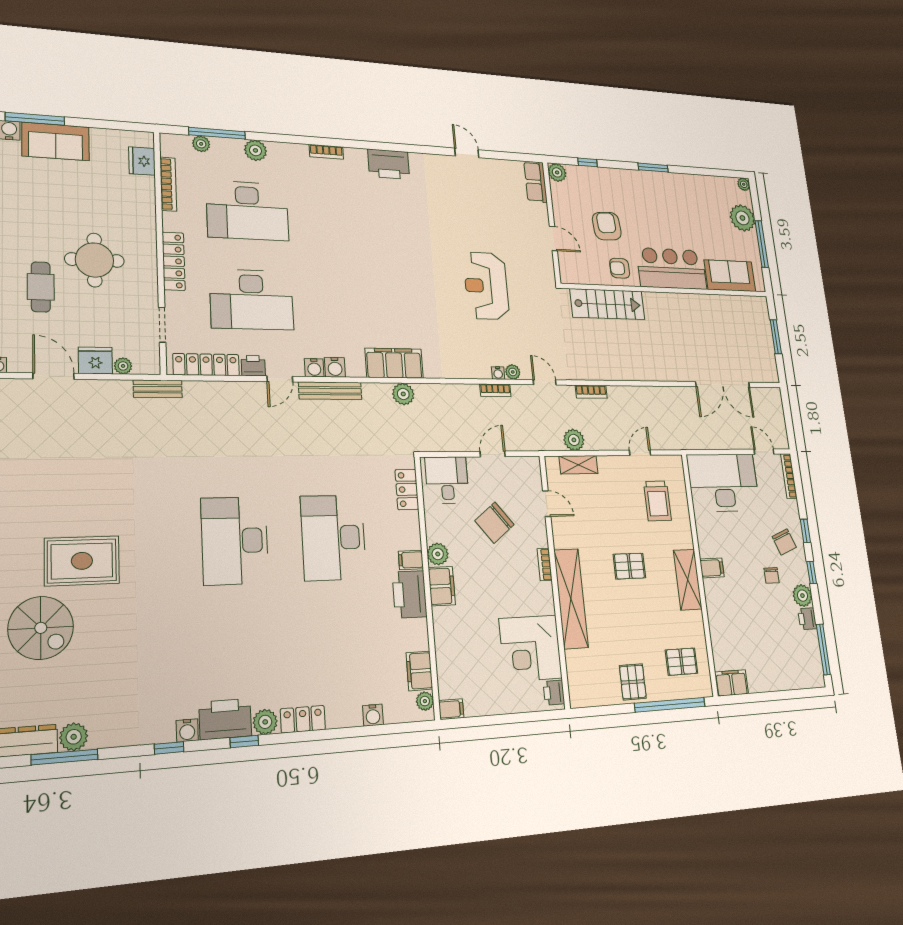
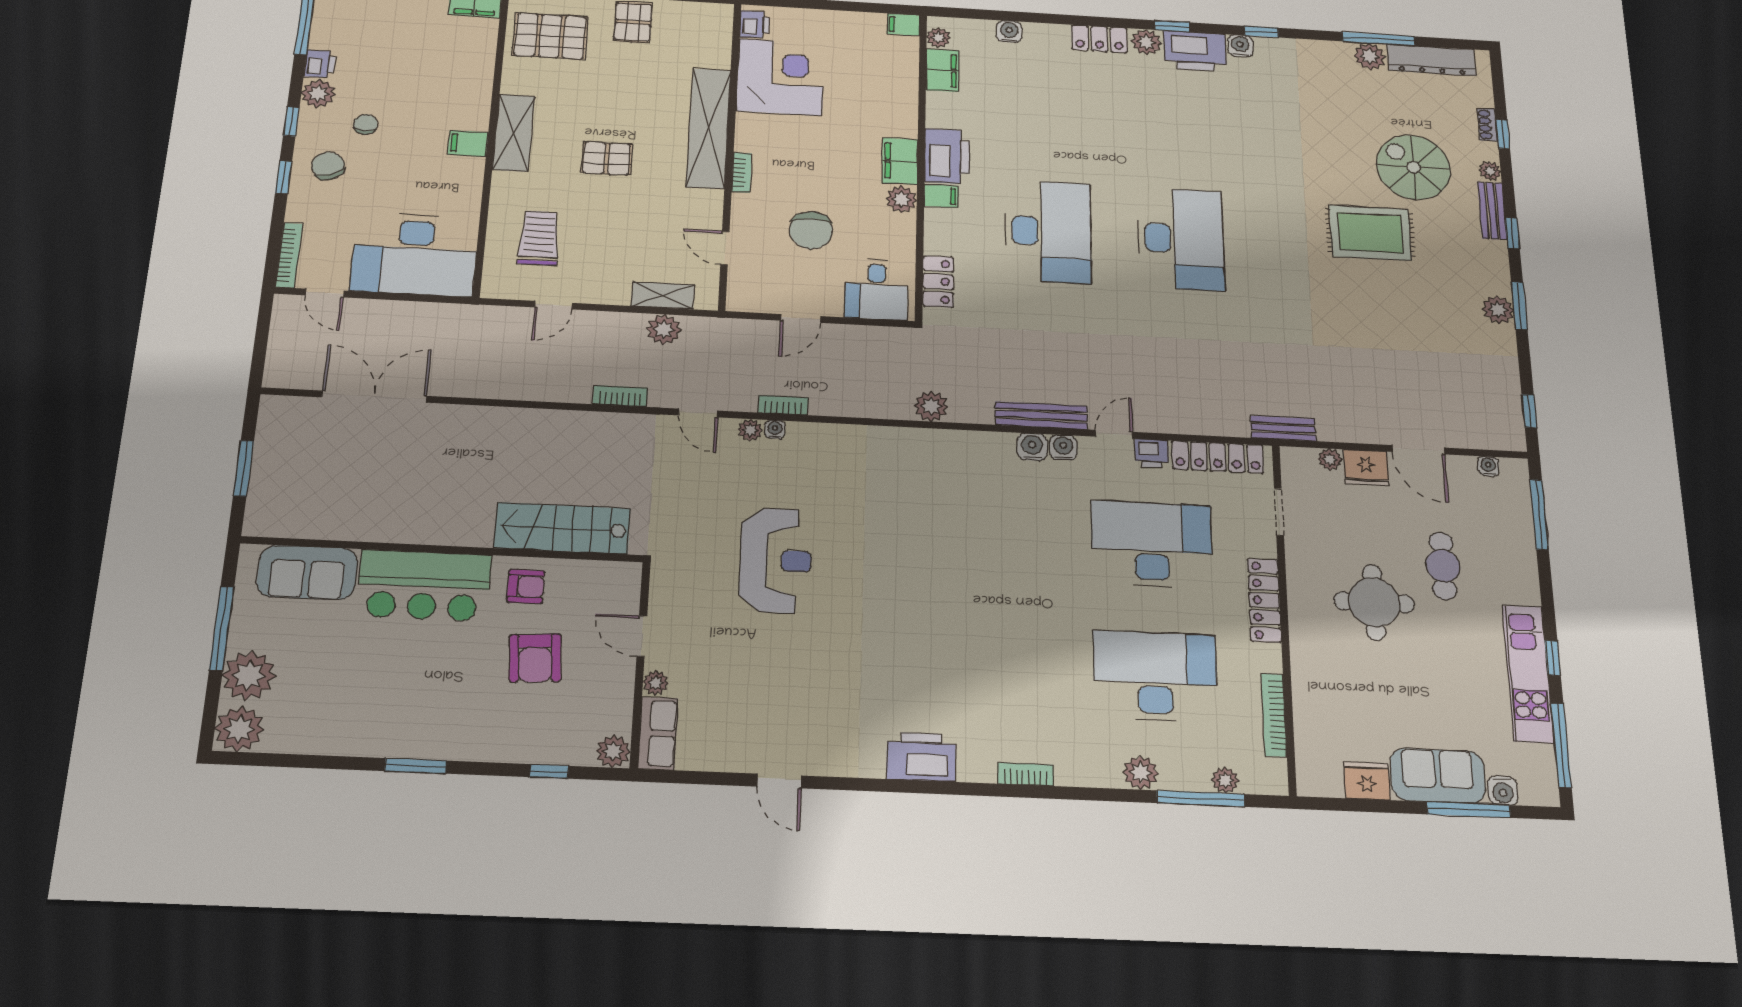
fridge: (142, 161) -> (1367, 781), moved, turned -90
plant: (744, 184) -> (239, 729), width x1.87, depth x1.87
plant: (541, 211) -> (656, 683), added
filing cabinet: (394, 363) -> (941, 449), removed
chair: (494, 523) -> (811, 230), turned 128
pallet: (681, 662) -> (550, 36), width x1.50, depth x1.42

